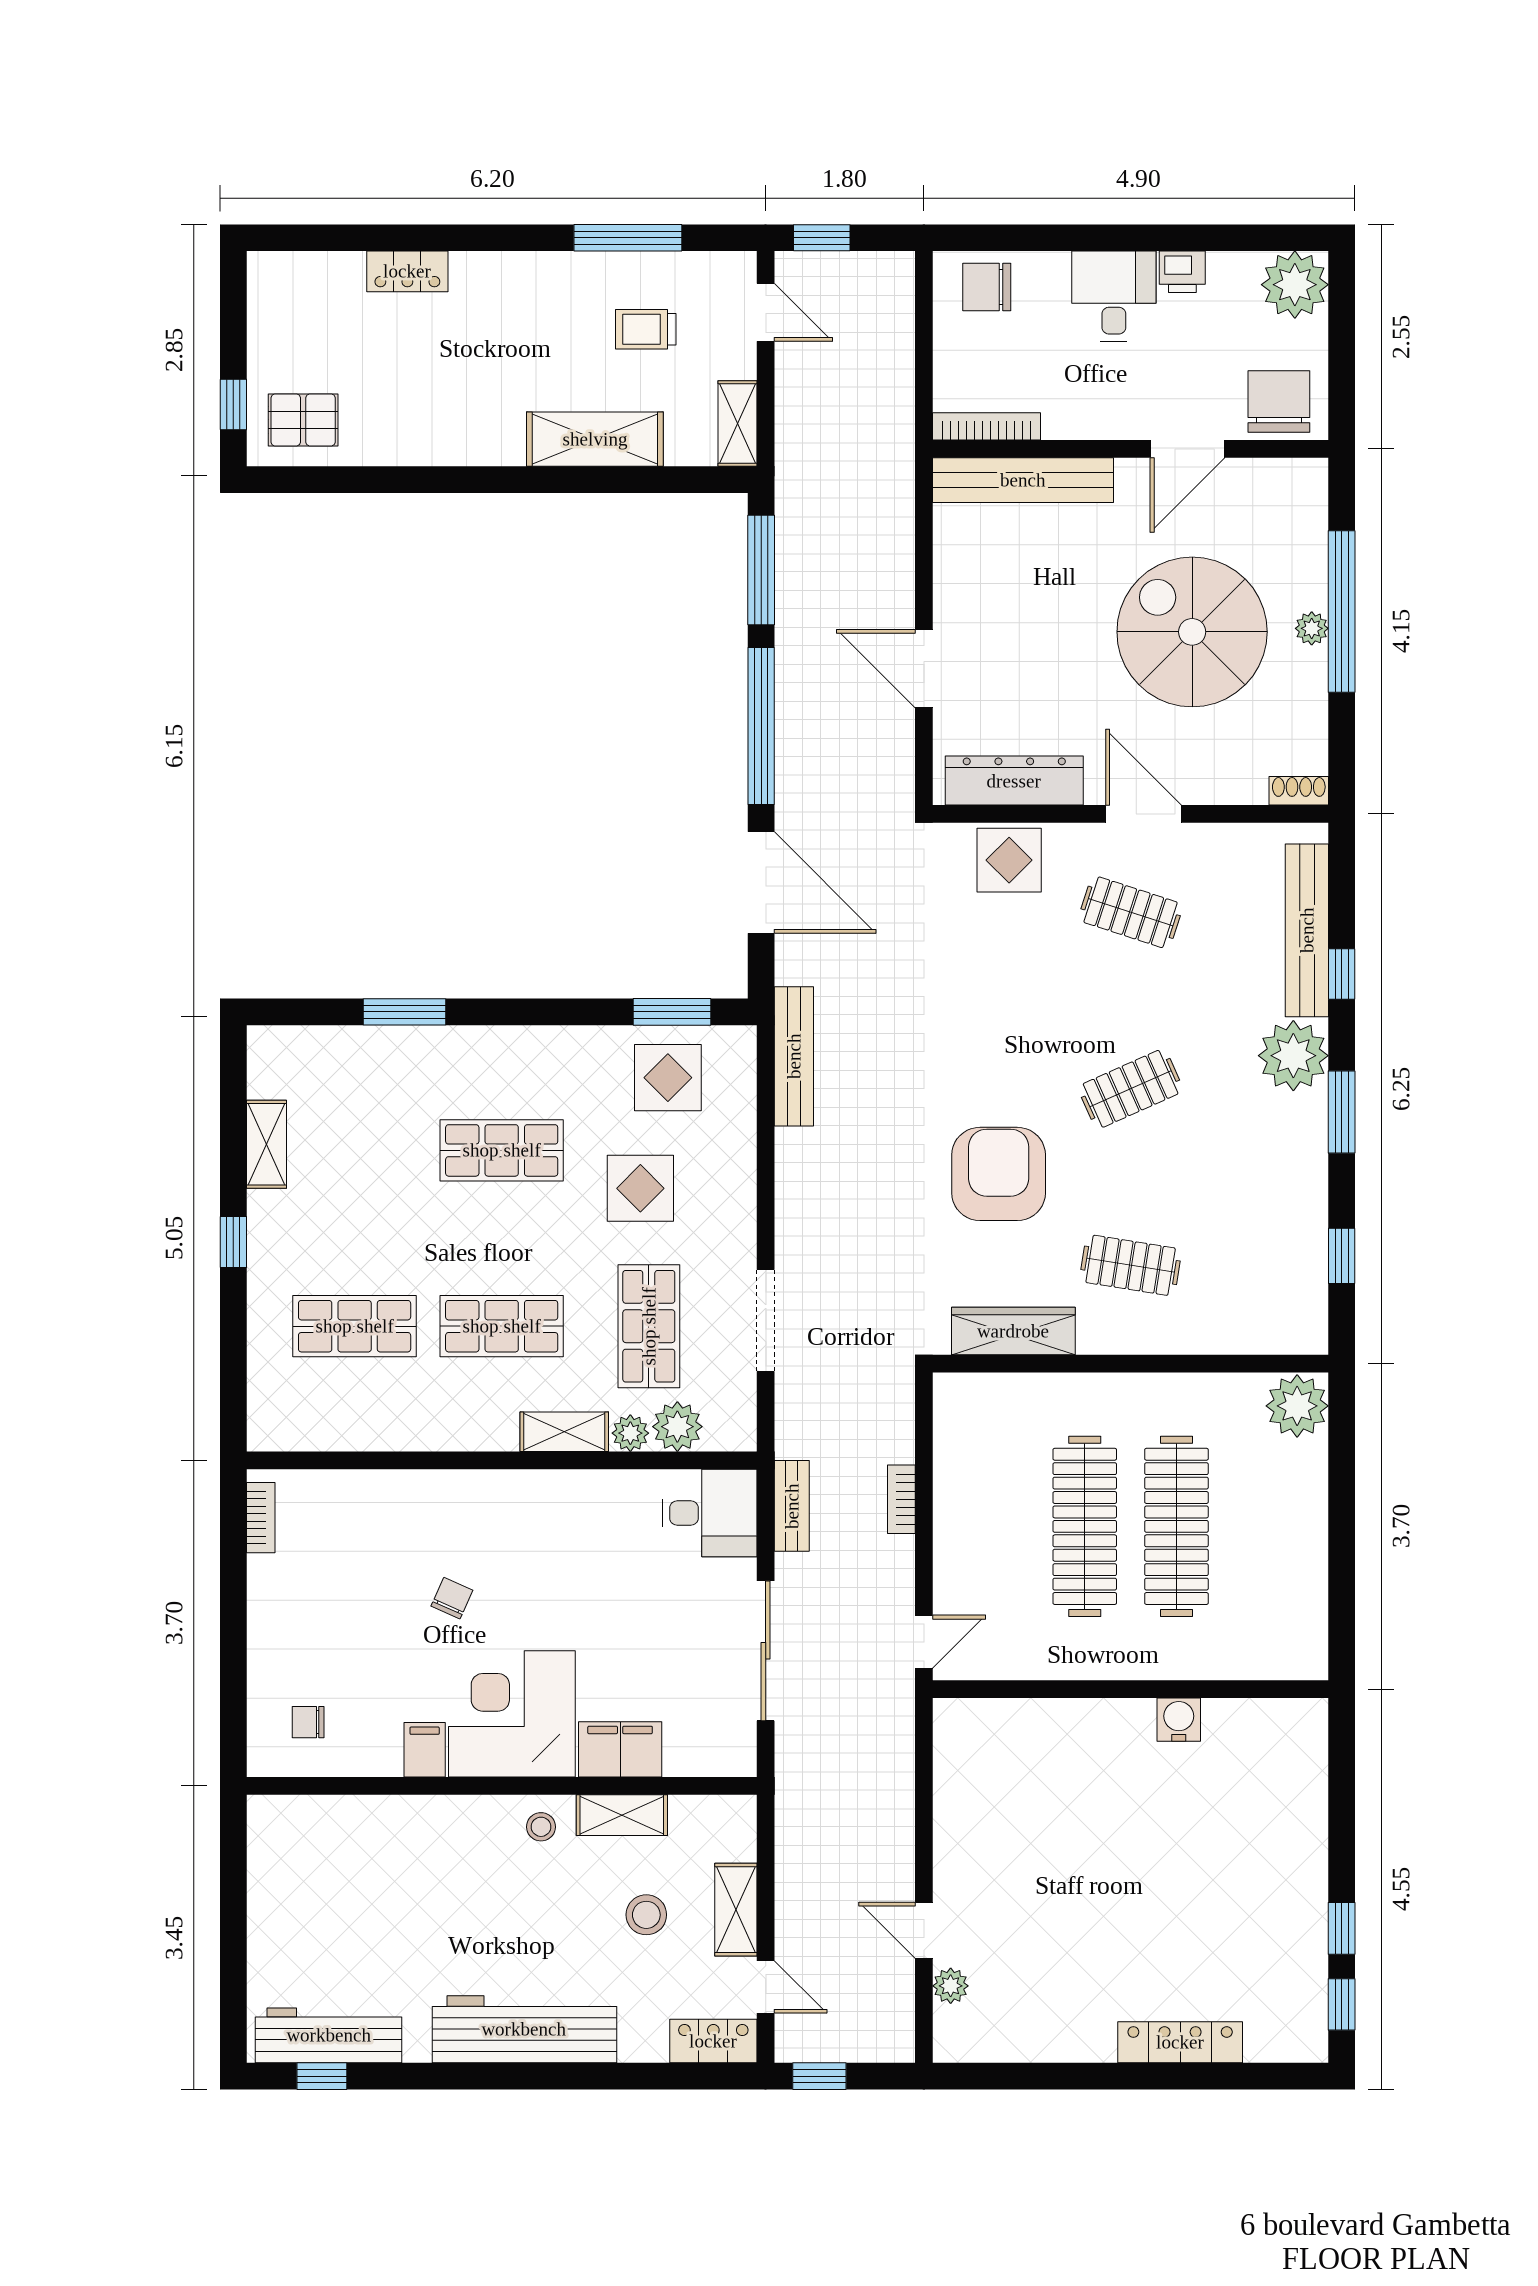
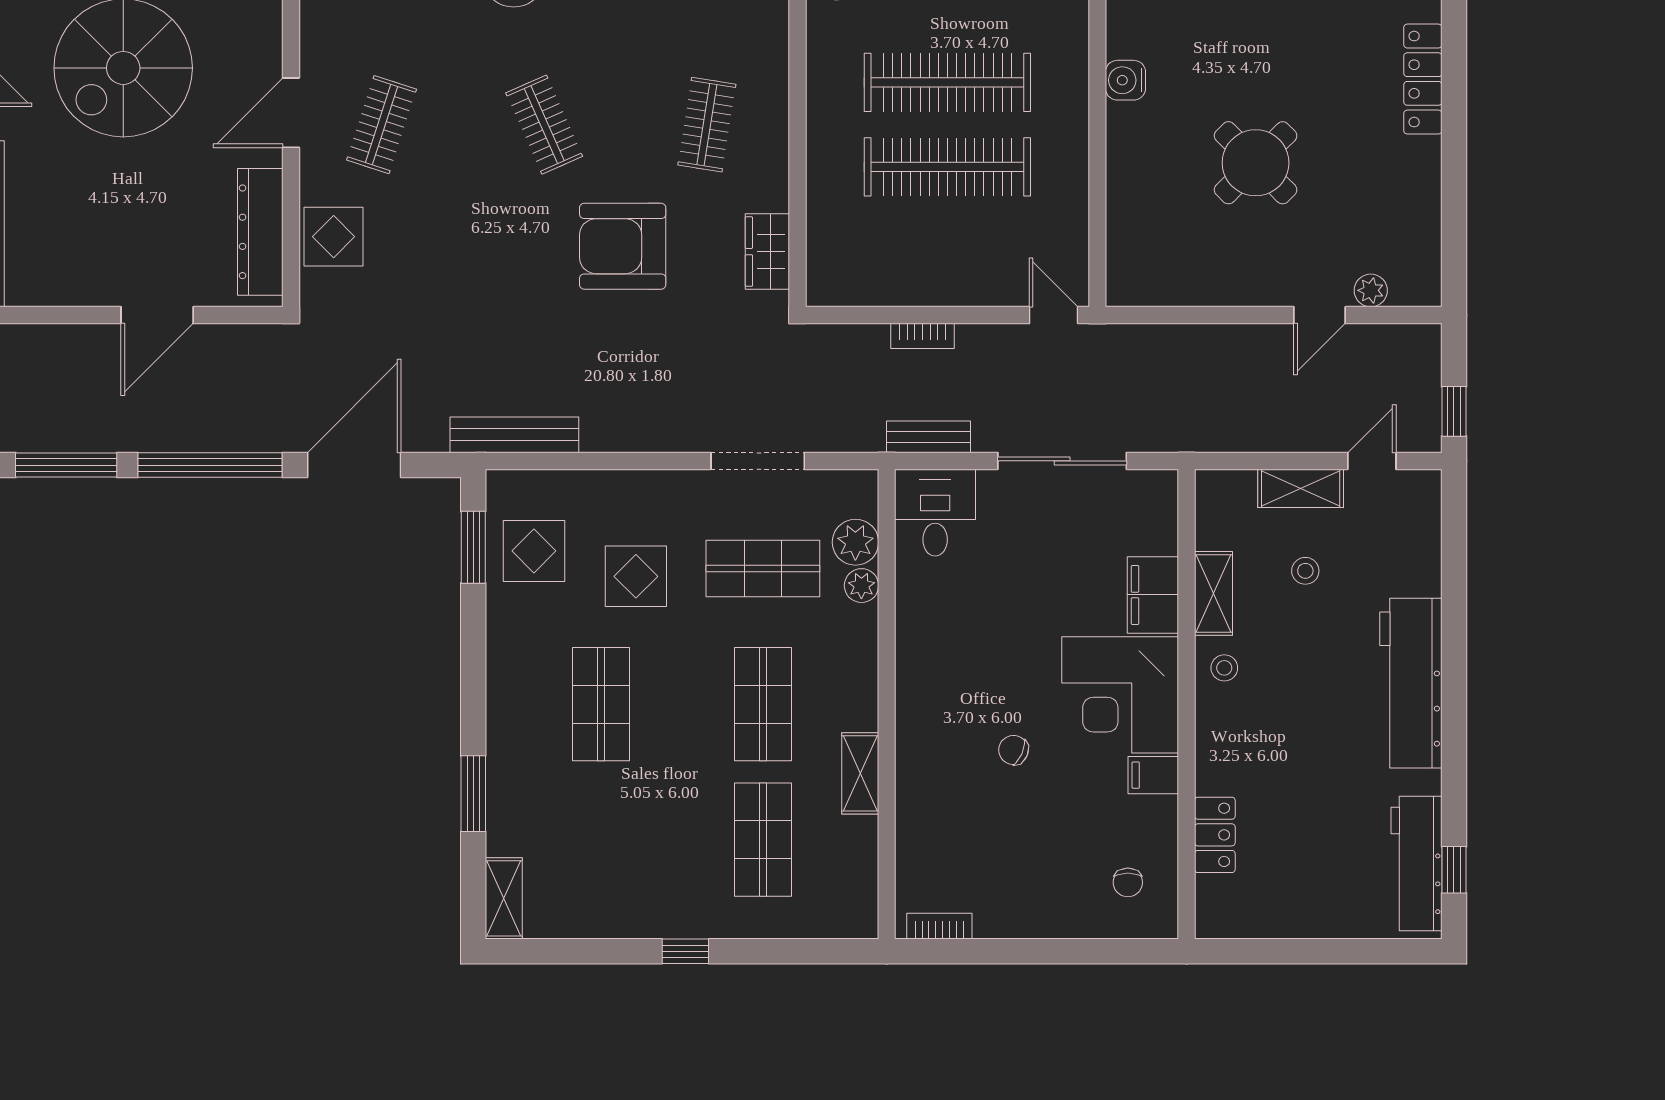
shelving: (266, 1144) -> (504, 898), moved, turned 90
wardrobe: (1013, 1331) -> (767, 252), width x0.67
shelving: (564, 1432) -> (860, 773), moved
round table: (1089, 1861) -> (1256, 163), added
stool: (646, 1915) -> (1305, 571), width x0.73, depth x0.73
locker: (713, 2041) -> (1215, 835), moved, turned 180

